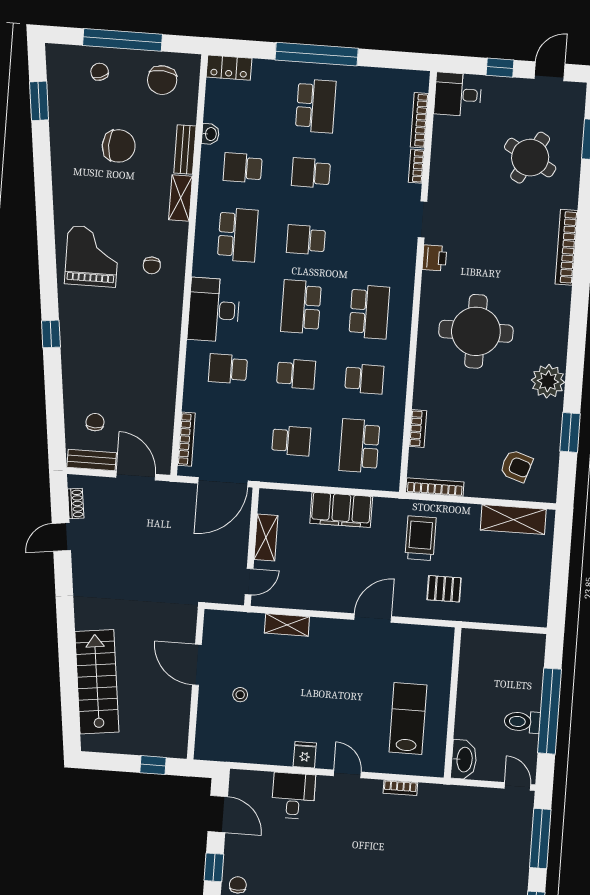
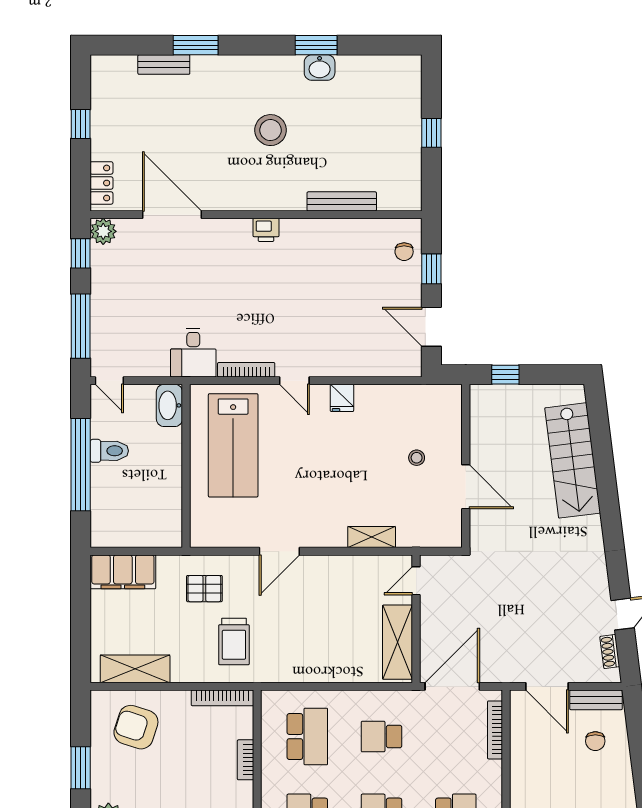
armchair: (516, 466) -> (136, 727), width x1.38, depth x1.38
filing cabinet: (341, 510) -> (123, 572), moved, turned 180
shelving: (266, 538) -> (397, 642), width x1.50, depth x1.33
lab bench: (408, 718) -> (233, 445), width x1.36, depth x1.39
bookcase: (400, 788) -> (246, 370), width x1.56
desk: (293, 796) -> (193, 353), moved

